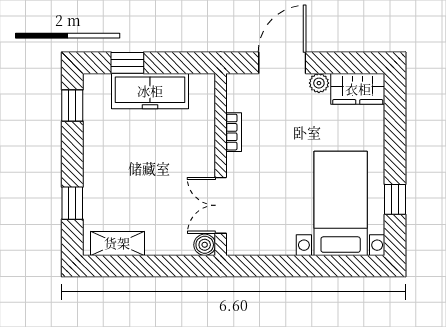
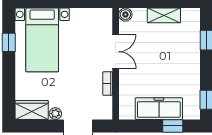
double door: (221, 205) -> (116, 52), moved
shelving: (117, 243) -> (164, 15), moved

